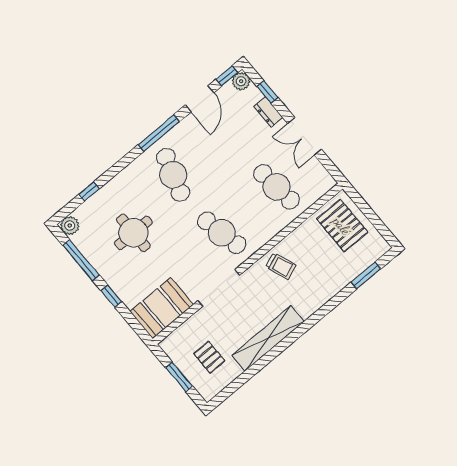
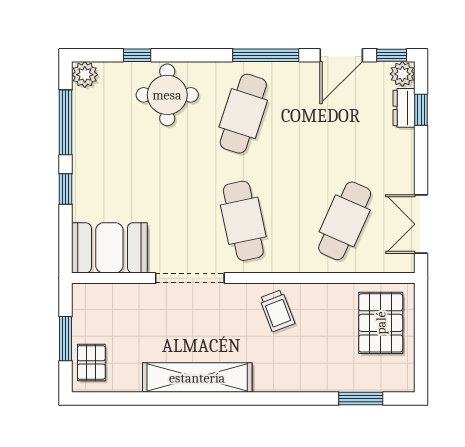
dresser: (268, 112) -> (404, 108), moved
double door: (305, 136) -> (421, 224), moved
cafe table: (277, 187) -> (345, 221), turned 30
round table: (133, 233) -> (167, 95), moved
pallet: (209, 357) -> (91, 362), moved

